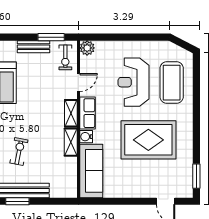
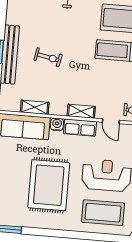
shelving: (71, 142) -> (35, 107), moved

